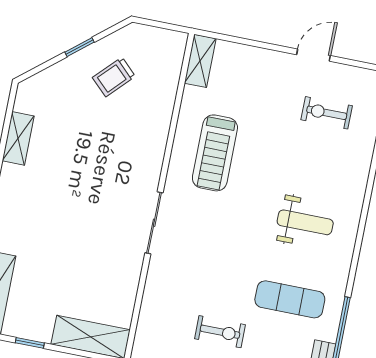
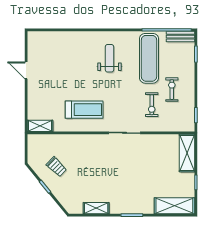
exercise bike: (327, 113) -> (152, 105), moved
exercise mat: (290, 299) -> (149, 58), width x1.36, depth x1.45

